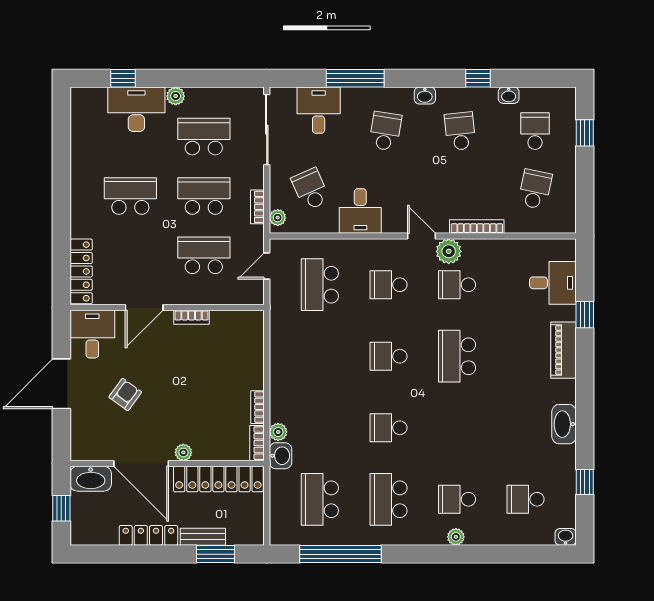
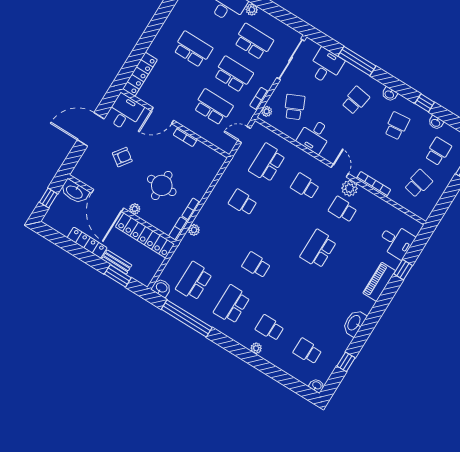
school desk: (388, 356) -> (243, 202), moved
round table: (200, 400) -> (162, 185), added
washbasin: (280, 456) -> (161, 288), moved, turned -90

